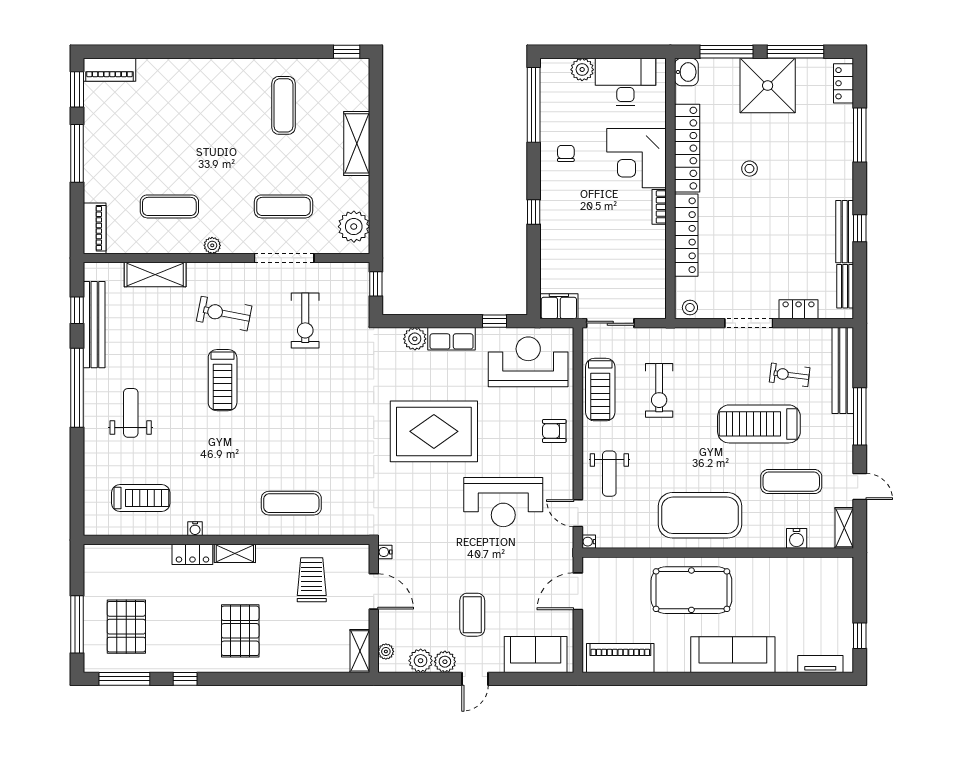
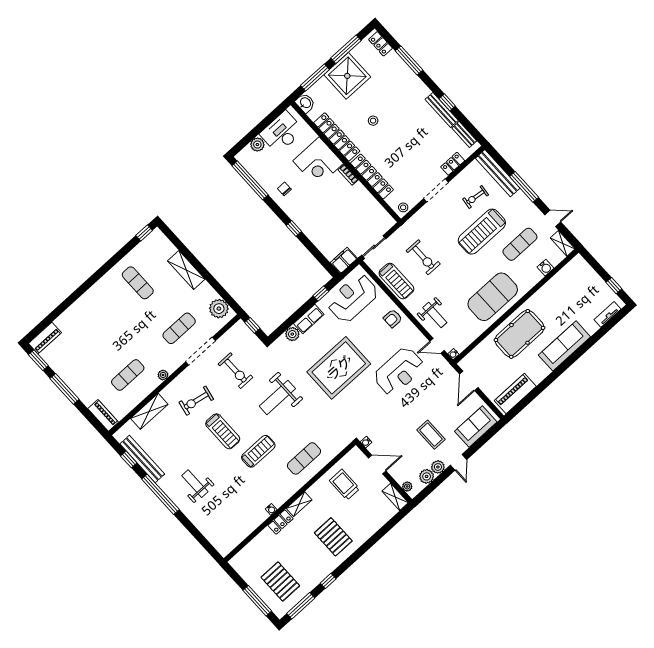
weight bench: (327, 399) -> (277, 397), added
treadmill: (141, 498) -> (258, 451), moved

